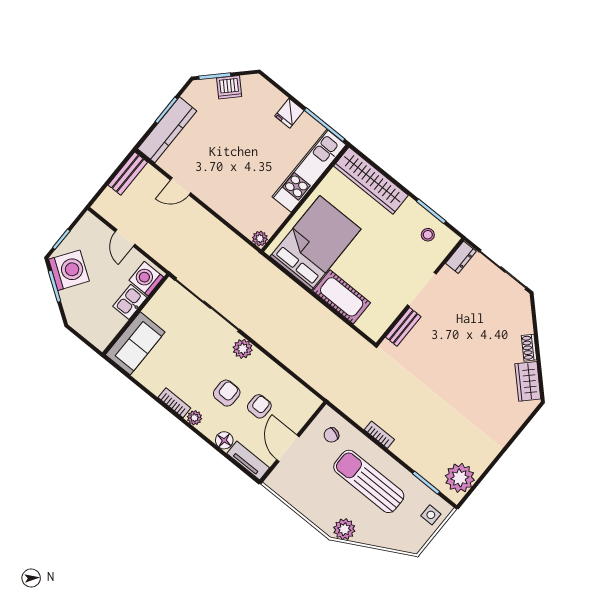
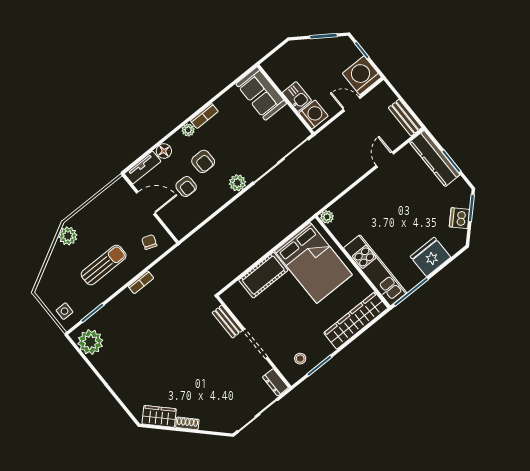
fridge: (289, 113) -> (430, 257), width x1.88, depth x1.34
washing machine: (69, 270) -> (362, 75), moved, turned 146
sun lounger: (369, 481) -> (104, 265), width x0.73, depth x0.75

